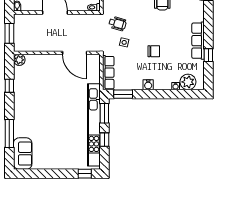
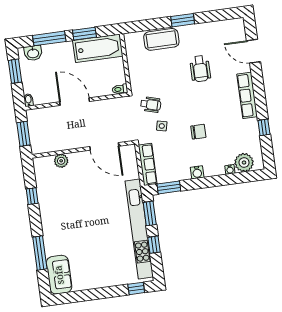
row of seats: (198, 41) -> (247, 95), moved
plant: (19, 60) -> (61, 161), moved

